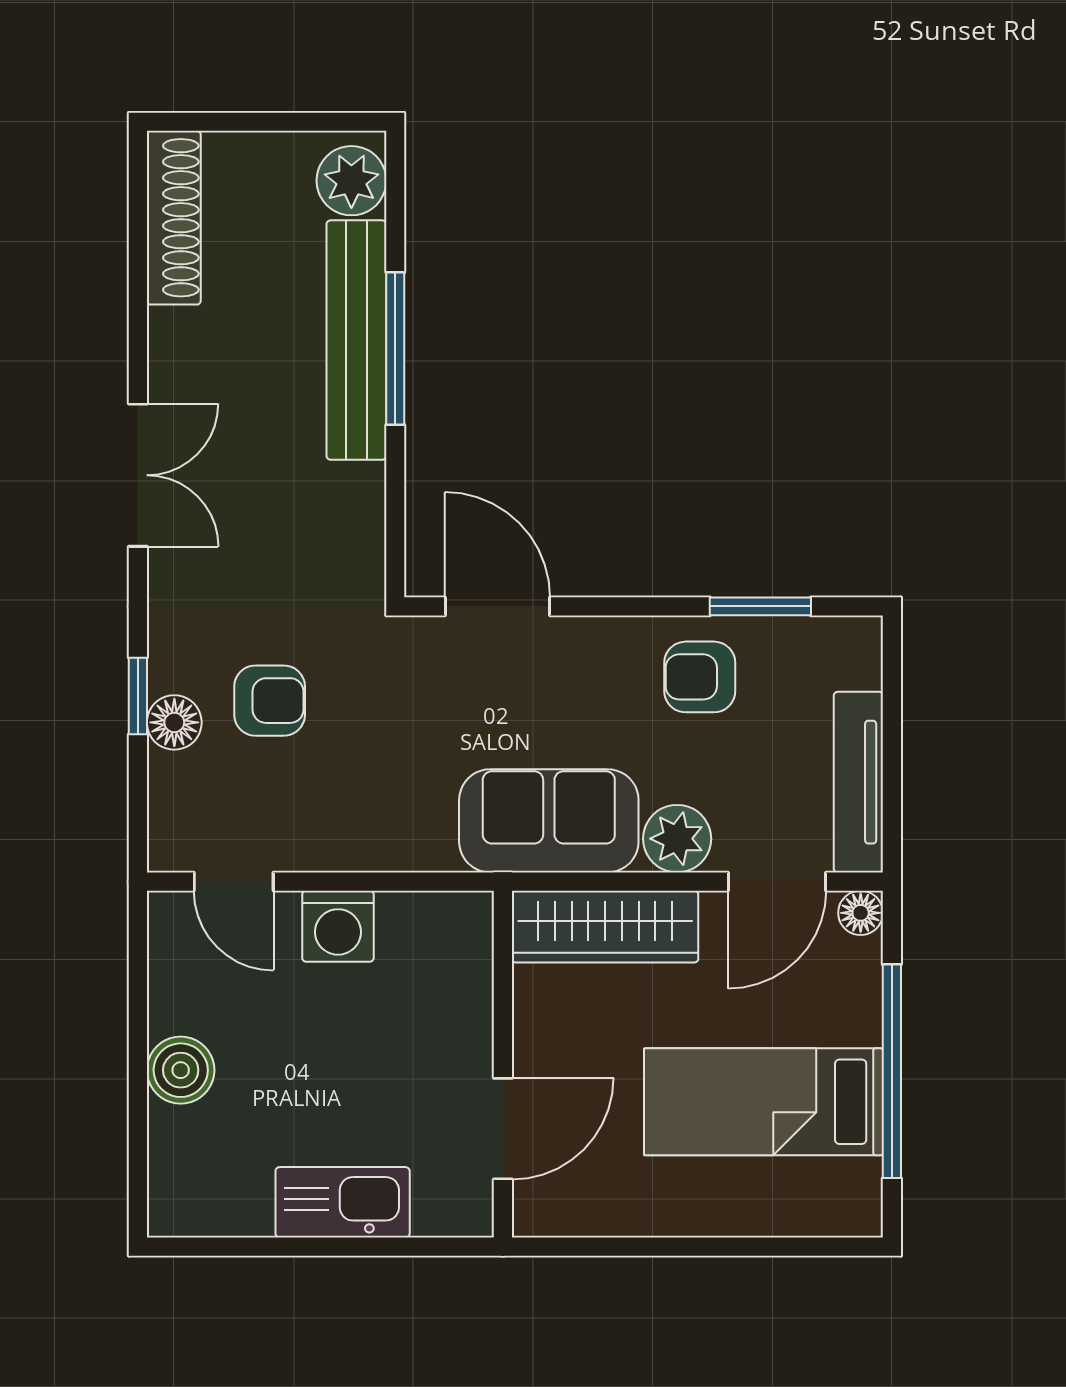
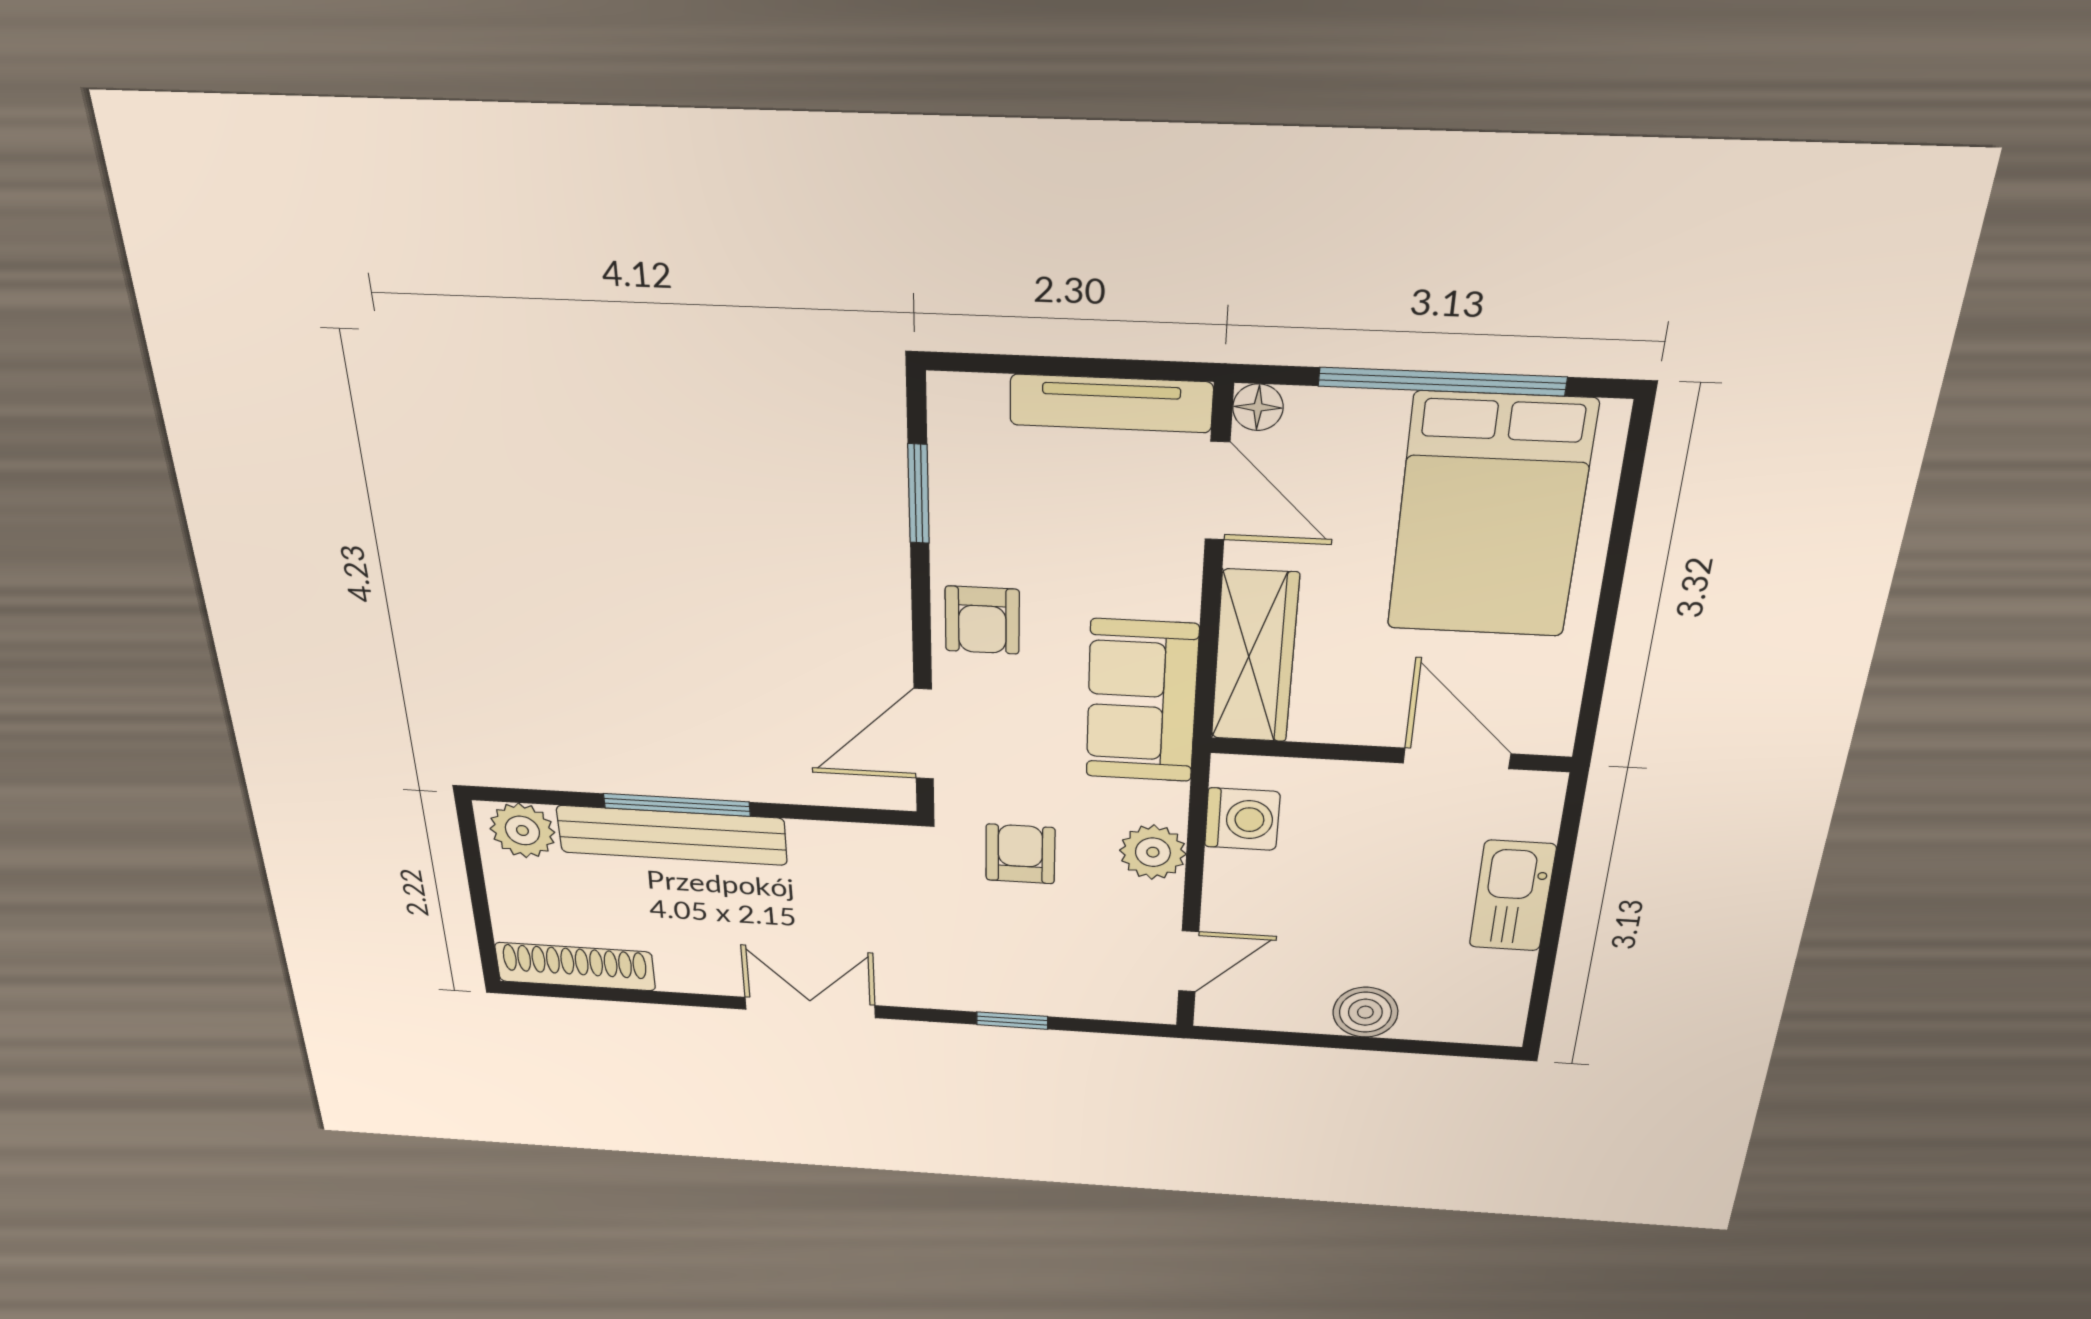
armchair: (700, 677) -> (982, 620), moved
armchair: (270, 701) -> (1020, 854), moved
floor lamp: (174, 722) -> (1037, 996), removed
plant: (677, 839) -> (1153, 852), moved
washing machine: (338, 926) -> (1242, 819), moved
bed: (763, 1102) -> (1490, 517), width x1.50

